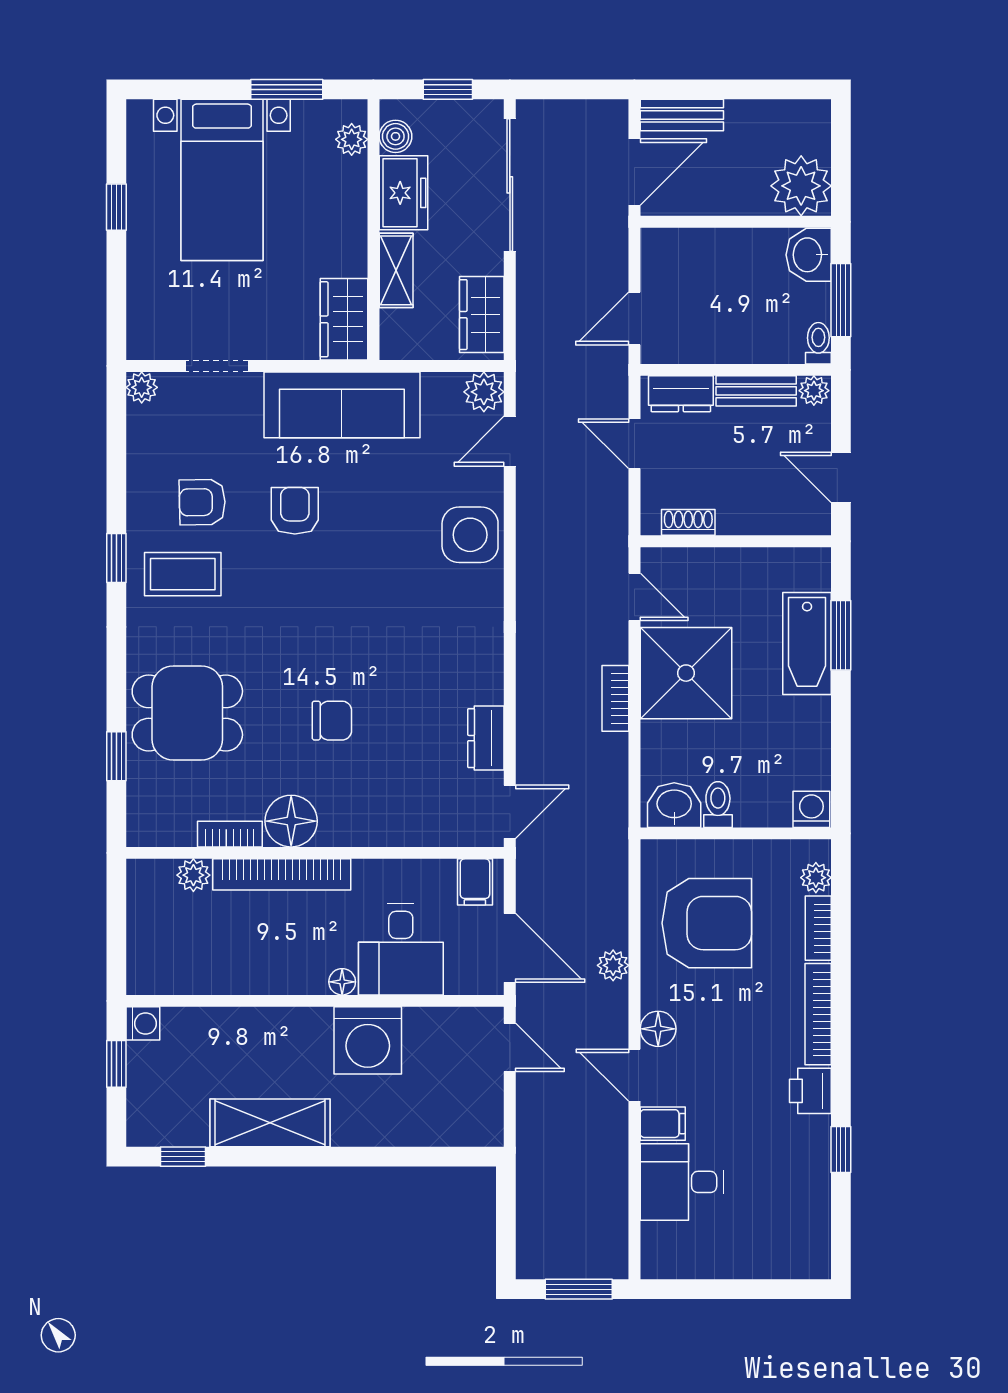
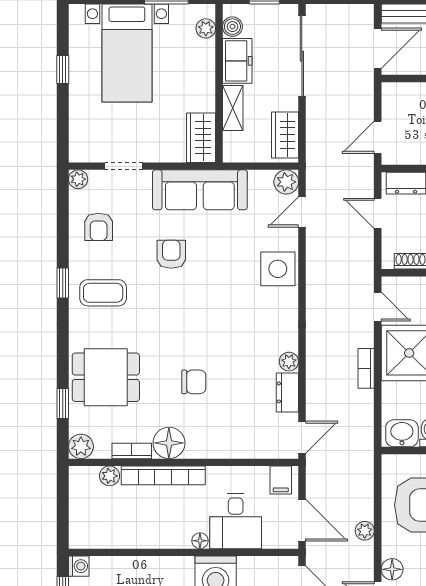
armchair: (202, 502) -> (99, 227), moved, turned -89
plant: (488, 687) -> (289, 362), added
plant: (146, 827) -> (81, 446), added

